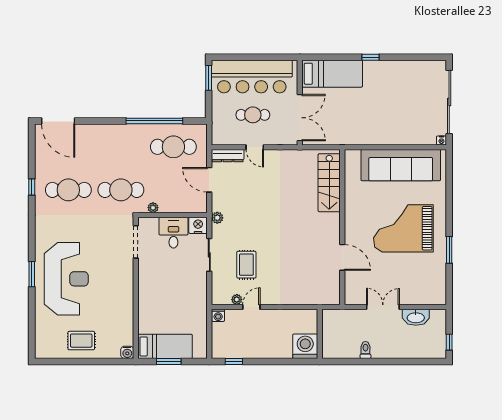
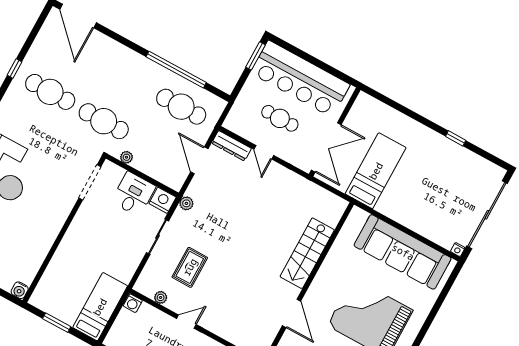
window: (370, 57) -> (456, 138), moved
bed: (332, 74) -> (376, 171), moved, turned -90
stairs: (329, 183) -> (307, 253), moved
door: (251, 307) -> (186, 322), moved
bed: (165, 346) -> (100, 307), moved, turned -90

